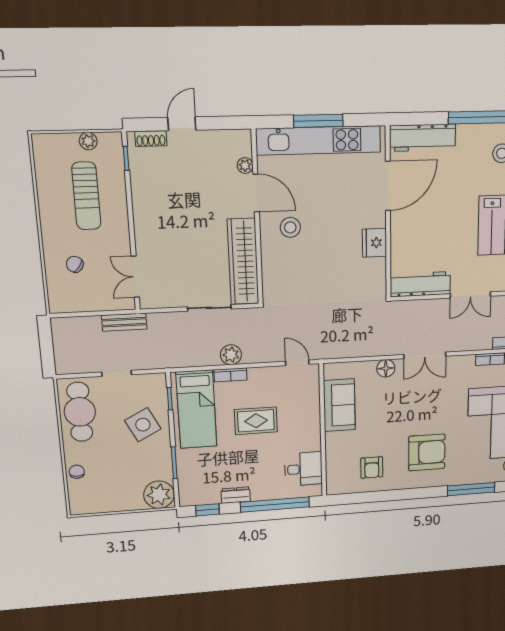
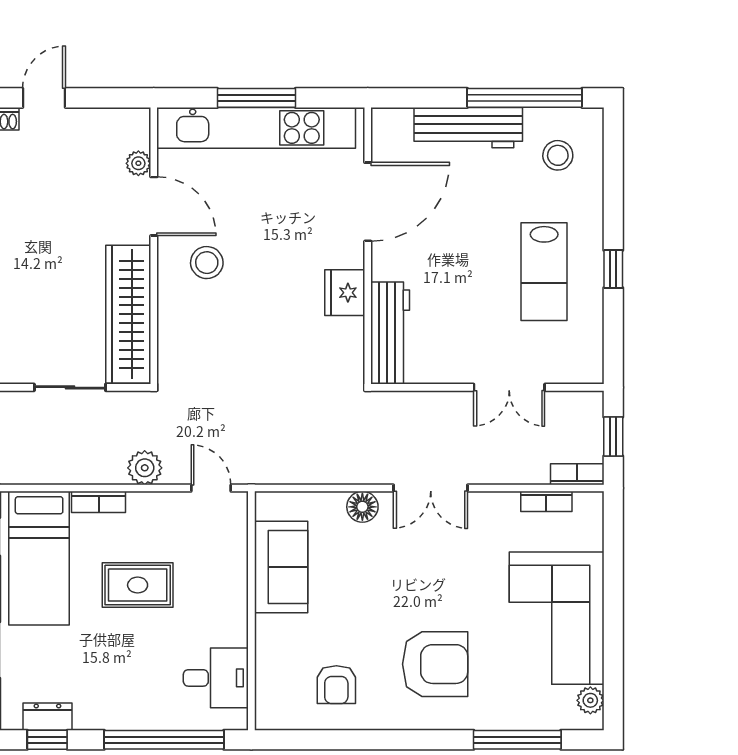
workbench: (423, 138) -> (468, 128), moved
workbench: (420, 284) -> (390, 333), moved, turned 90
plant: (231, 355) -> (145, 468), moved
dresser: (236, 495) -> (47, 717), moved

